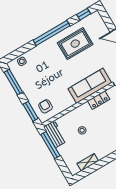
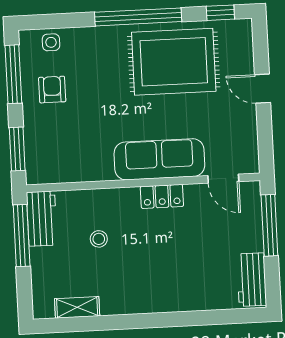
rug: (75, 44) -> (174, 62), width x1.37, depth x1.44
armchair: (46, 106) -> (52, 90), moved

